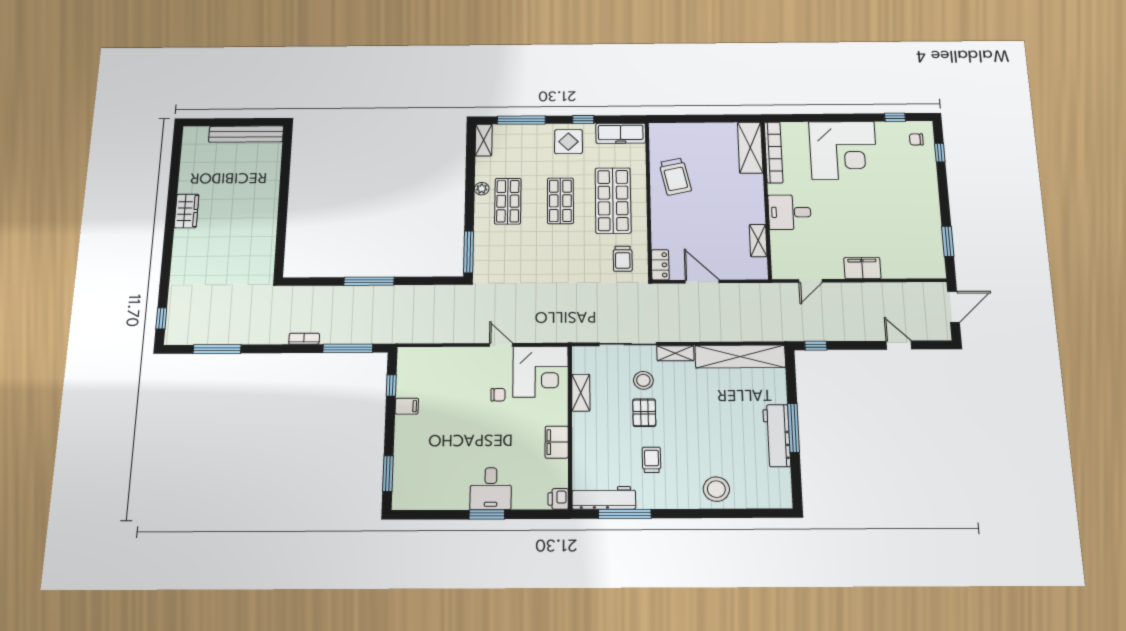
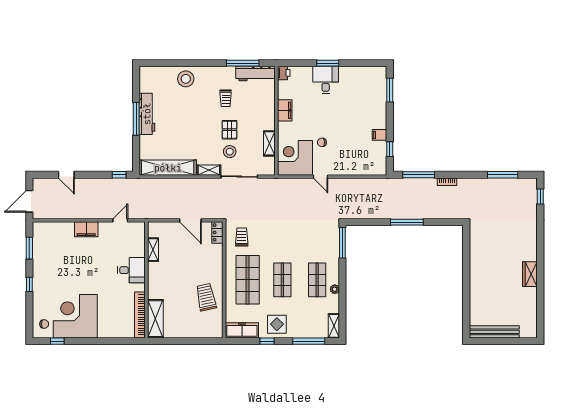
corner desk: (843, 150) -> (75, 316), moved
window: (940, 153) -> (29, 284), moved

